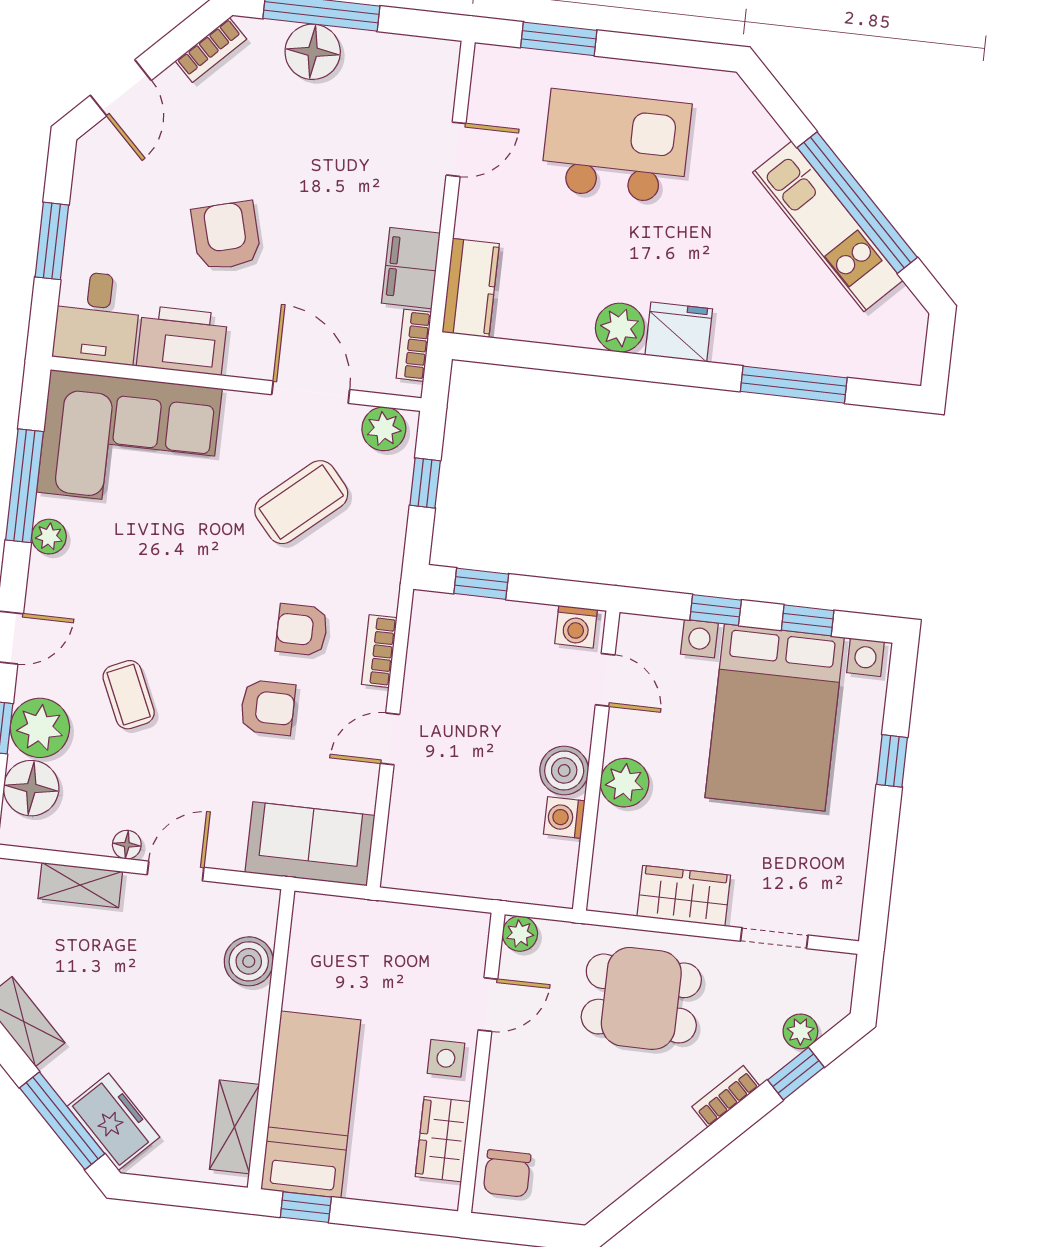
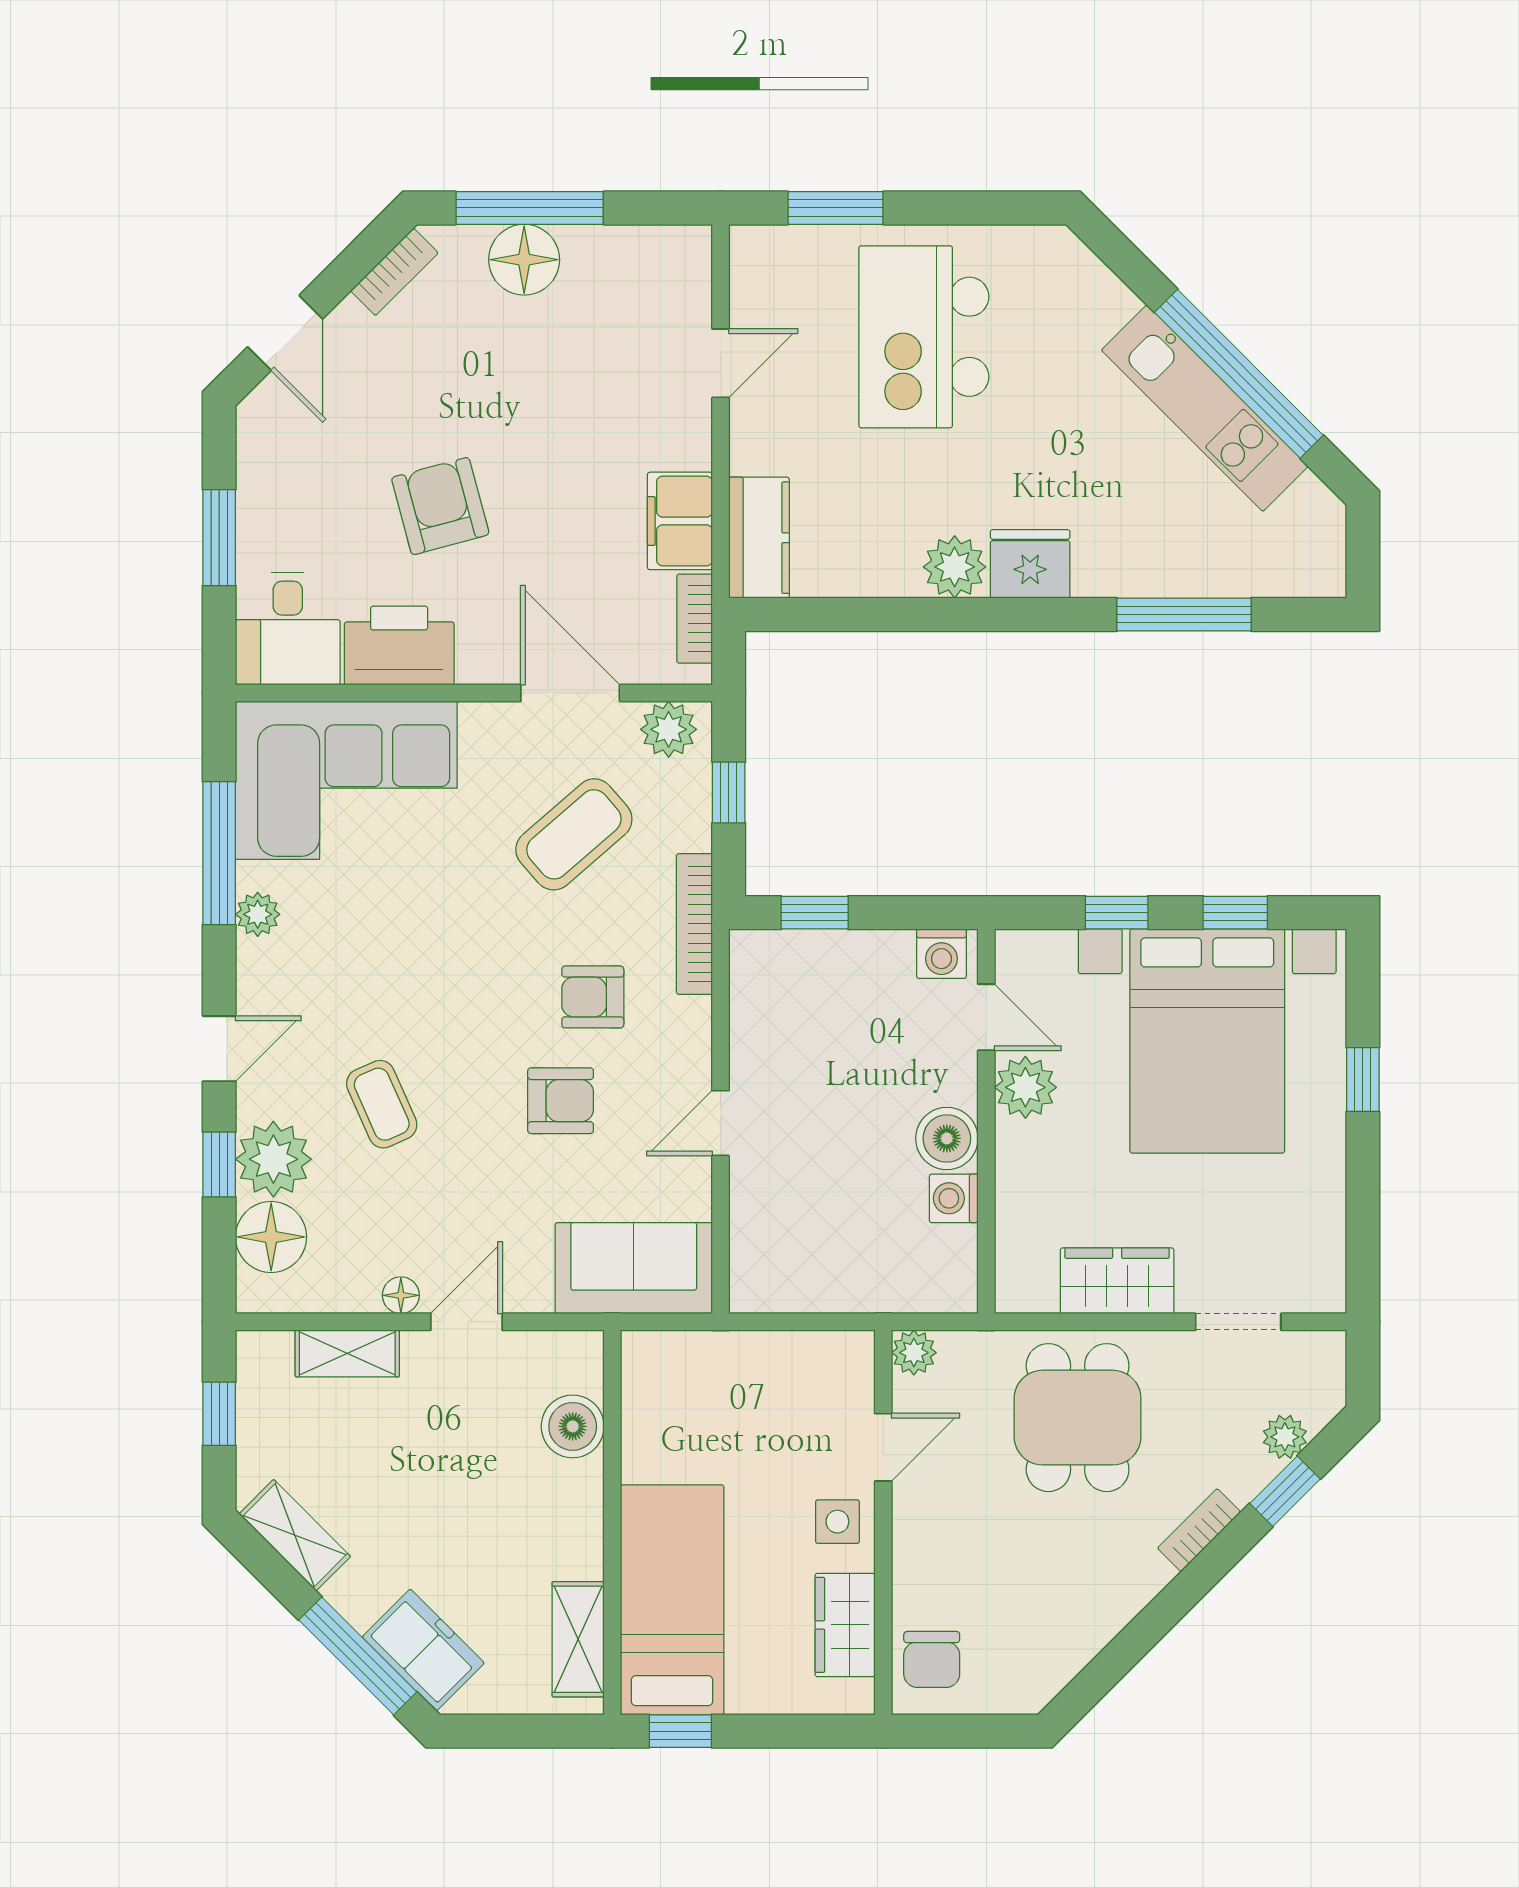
kitchen island: (616, 146) -> (924, 337), turned -90
bookcase: (379, 651) -> (694, 924), moved, width x1.56
plant: (625, 783) -> (1025, 1087), moved
dining table: (641, 998) -> (1078, 1418), turned 90

